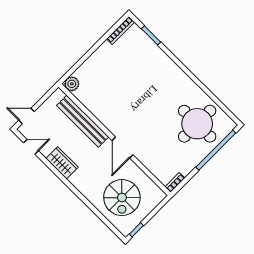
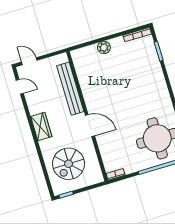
plant: (72, 84) -> (104, 47), moved
door: (123, 148) -> (90, 126), swing flipped
wardrobe: (62, 163) -> (41, 127), moved

